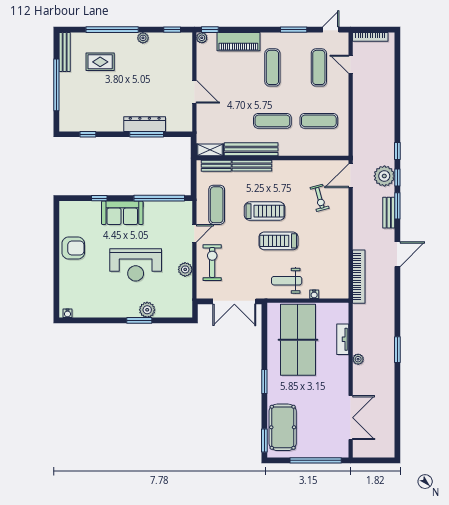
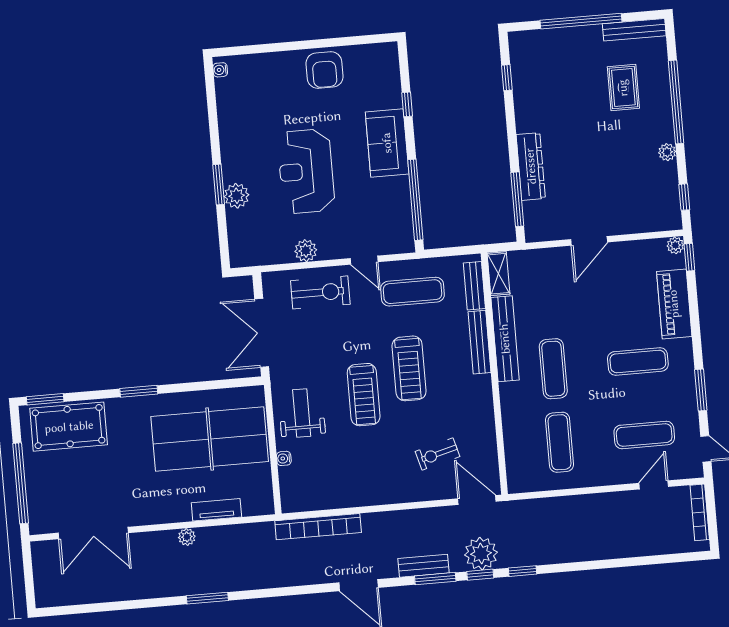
window: (147, 134) -> (517, 199), moved
treadmill: (278, 241) -> (364, 395), turned 180

